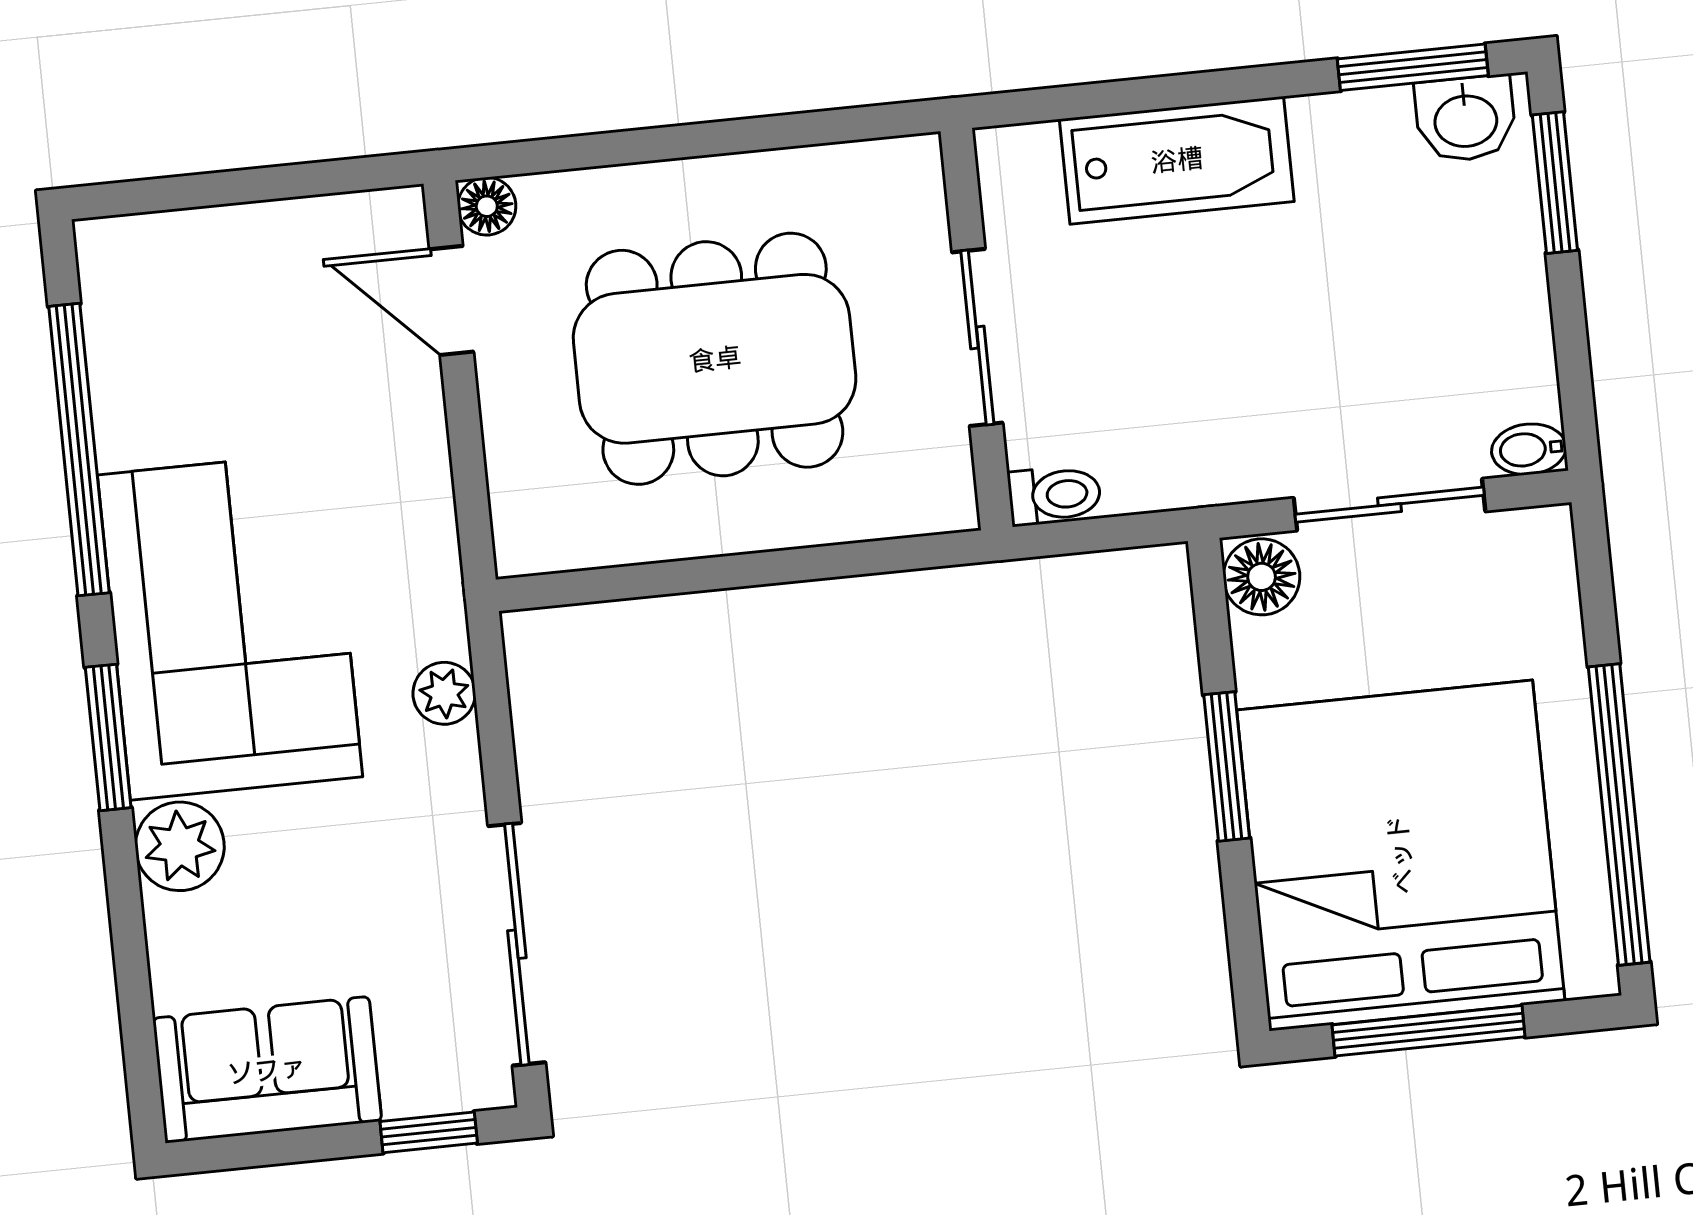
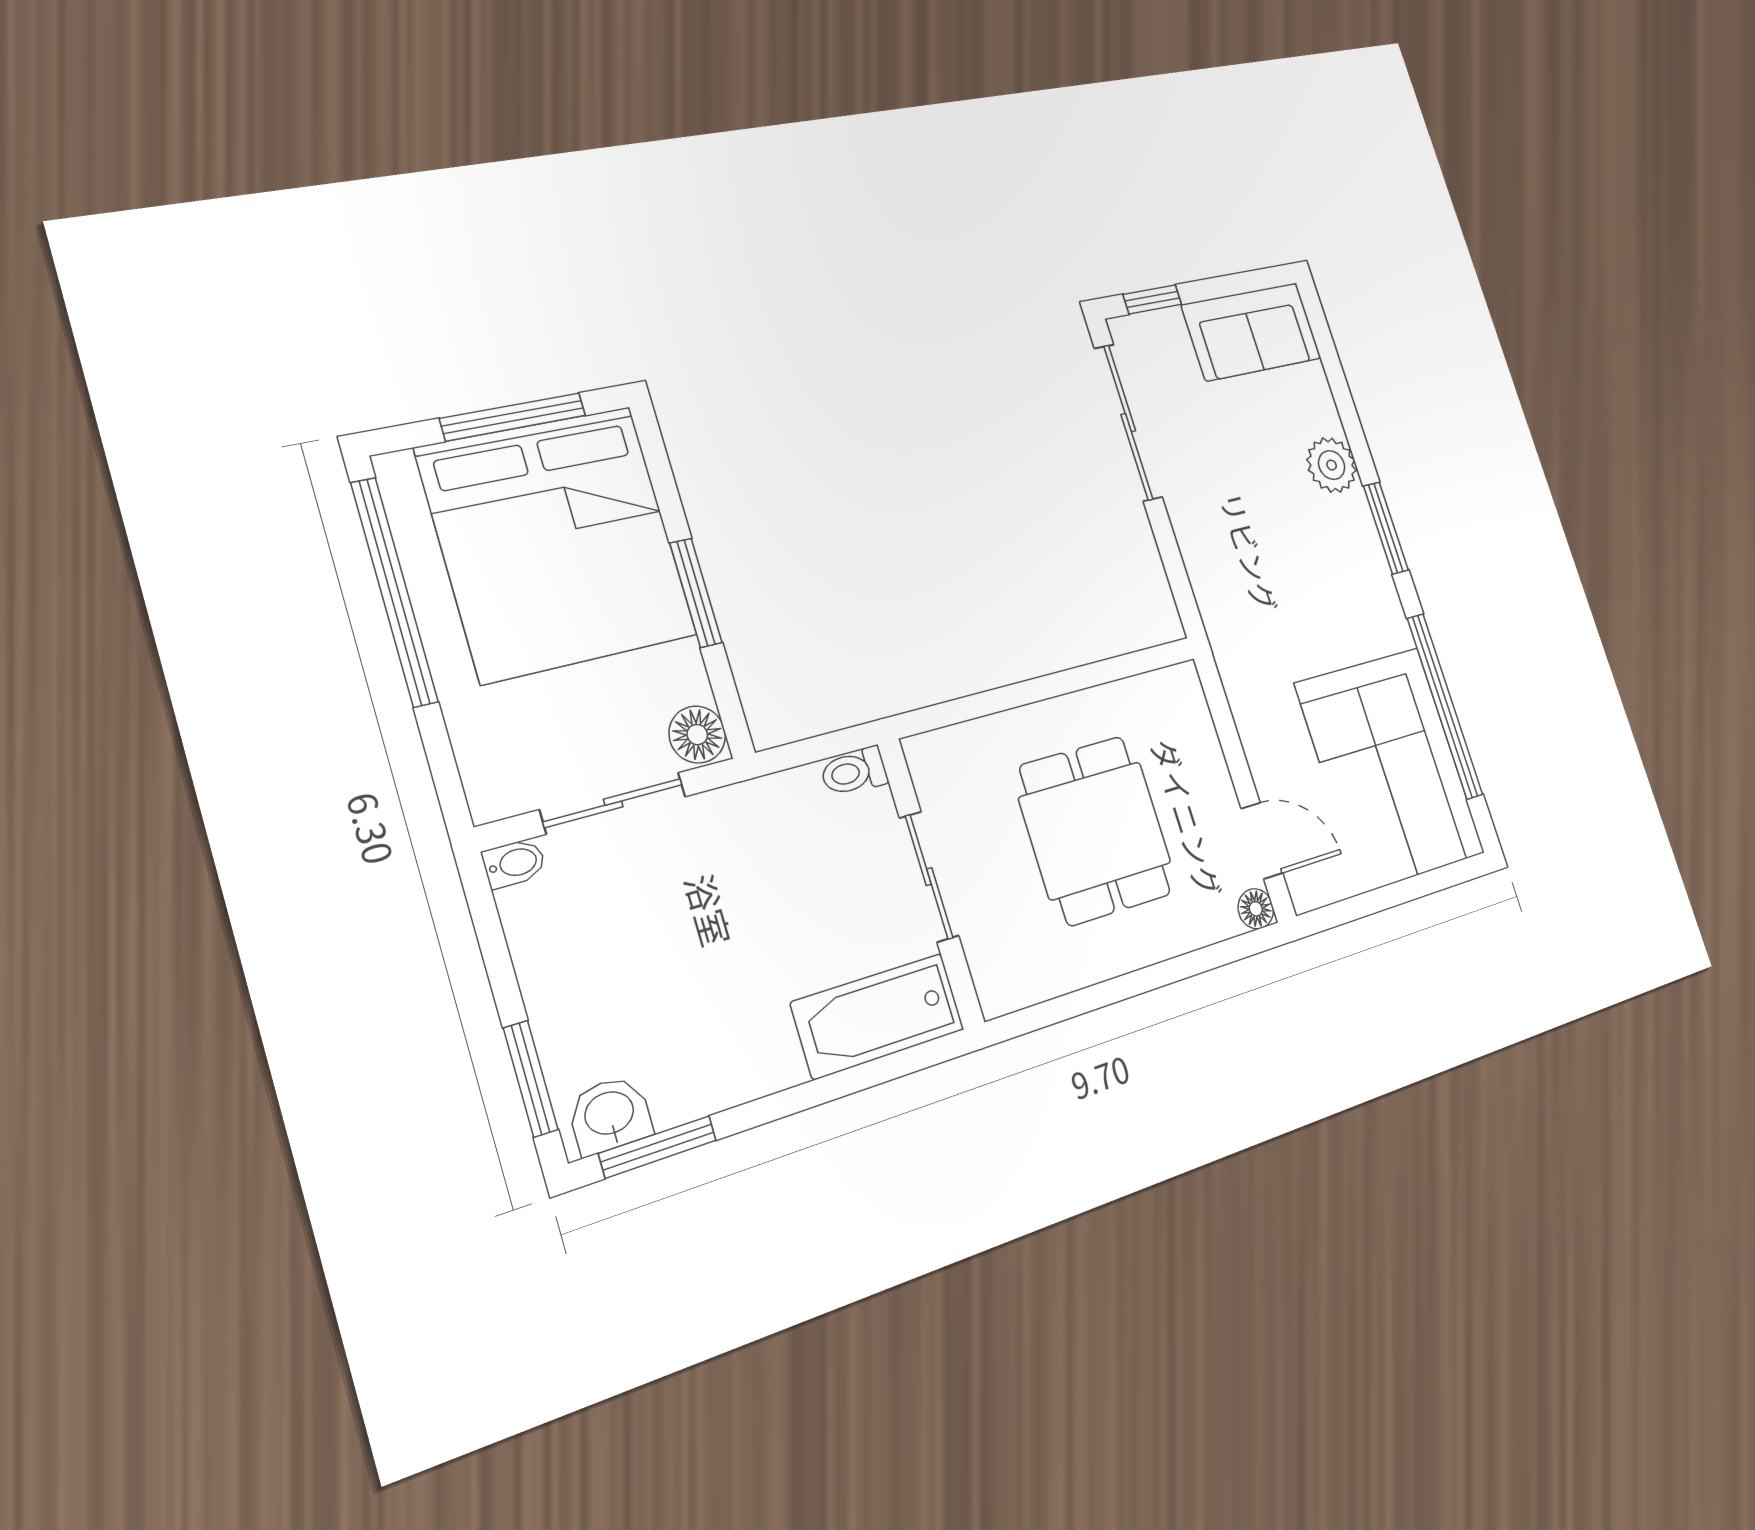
bathtub: (1177, 160) -> (878, 1016), moved
dining table: (715, 359) -> (1095, 830), width x0.73
corner sofa: (230, 626) -> (1390, 769), moved
plant: (444, 693) -> (1207, 580), removed

